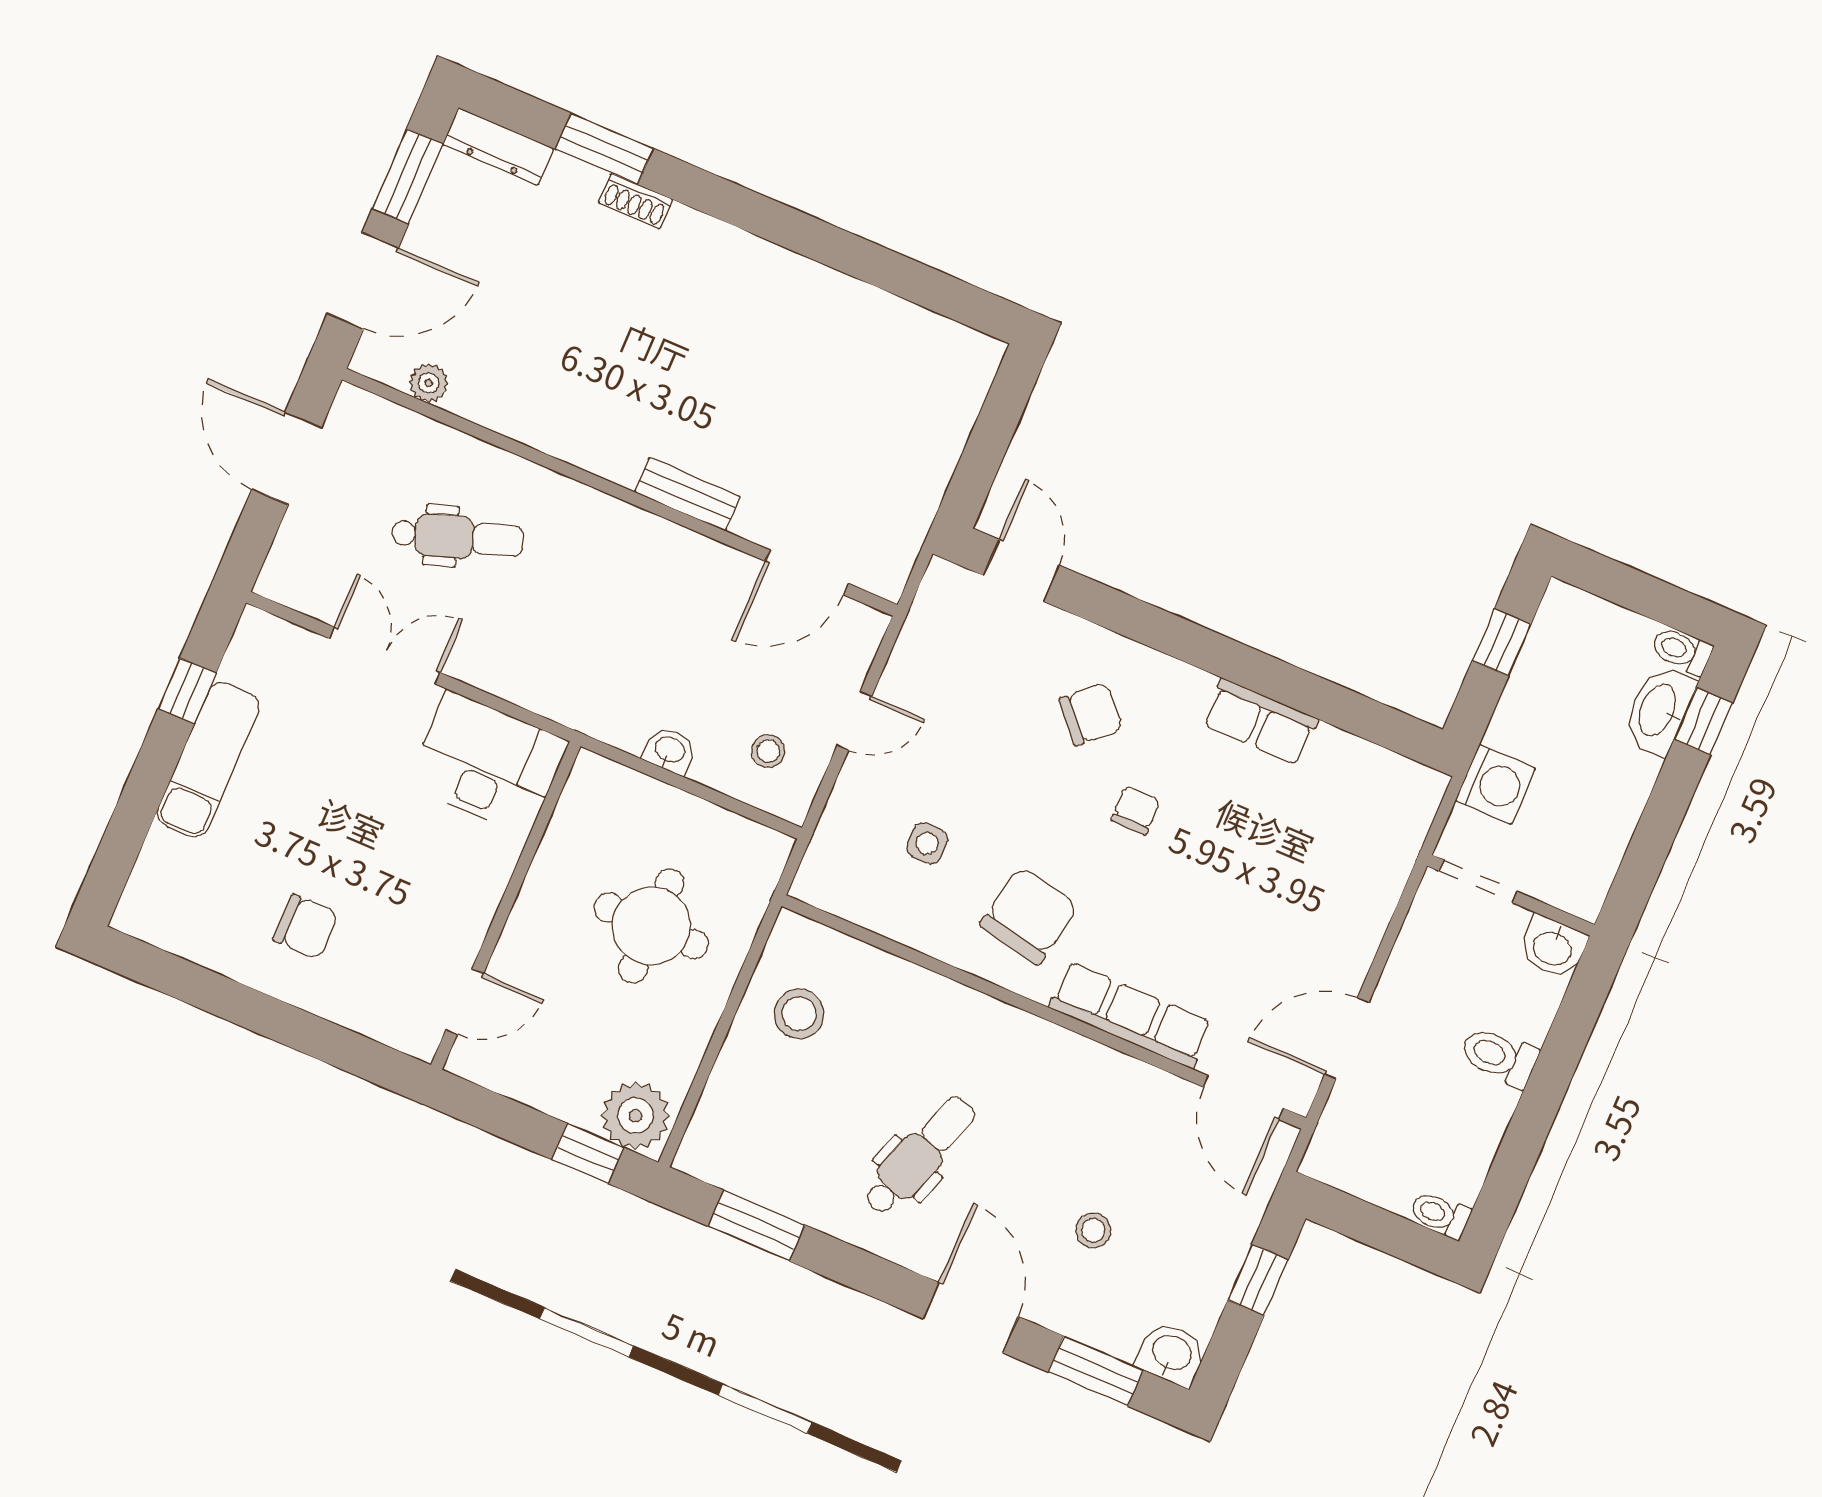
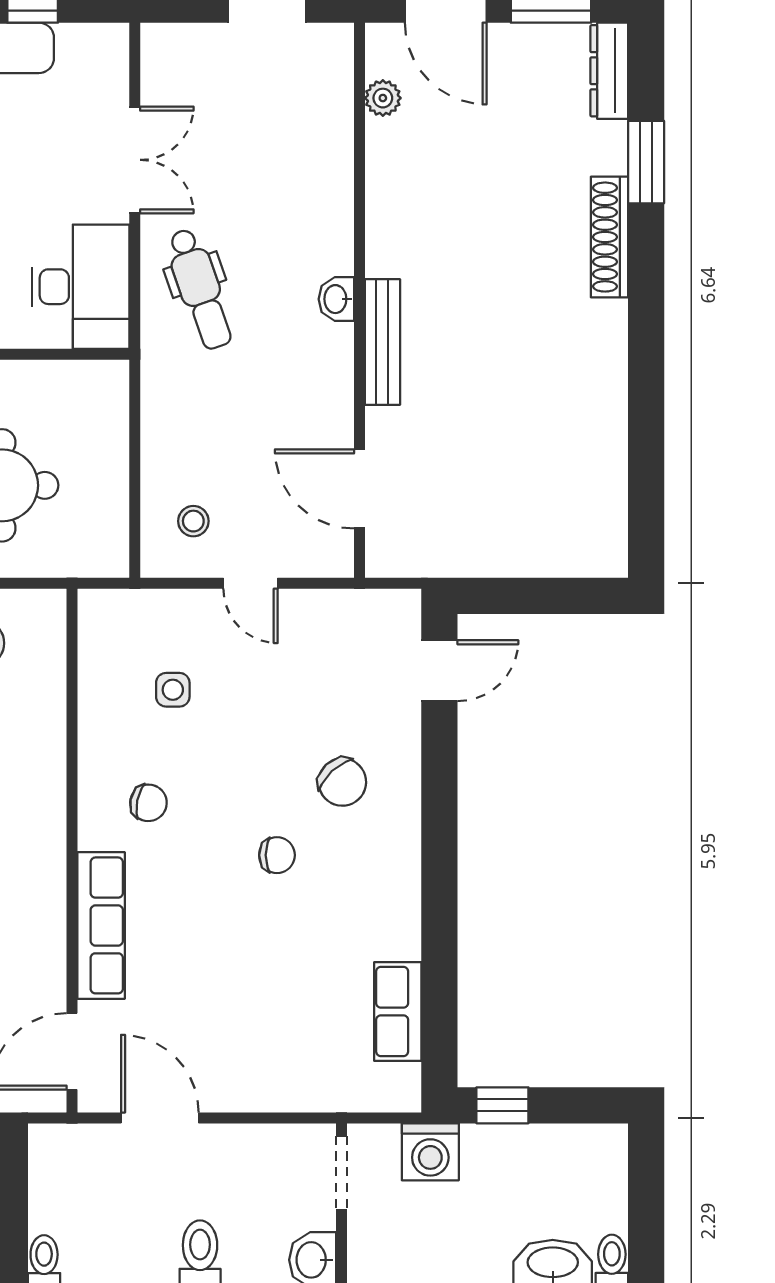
shoe rack: (636, 201) -> (609, 237), width x1.94, depth x1.24
bench: (687, 494) -> (382, 342), width x1.36
dental chair: (457, 537) -> (200, 289), moved
window: (1502, 642) -> (502, 1105), moved
row of seats: (1260, 722) -> (398, 1011), moved
washbasin: (669, 750) -> (336, 299), moved, turned 180
chair: (1029, 916) -> (148, 803), width x0.54, depth x0.54

